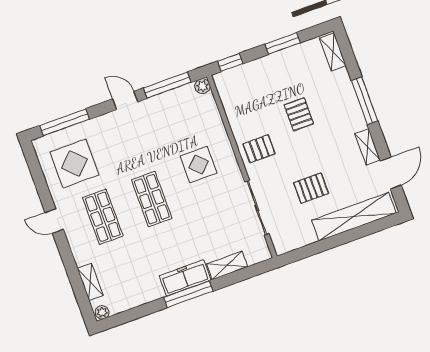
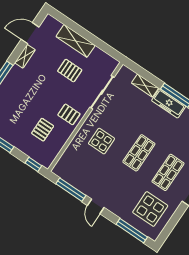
plant: (203, 86) -> (57, 170), removed
pallet: (299, 114) -> (43, 130), moved
shelving: (354, 217) -> (76, 41), width x0.68

